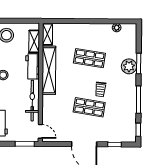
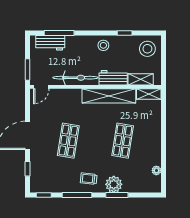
trolley: (100, 89) -> (89, 179), moved

